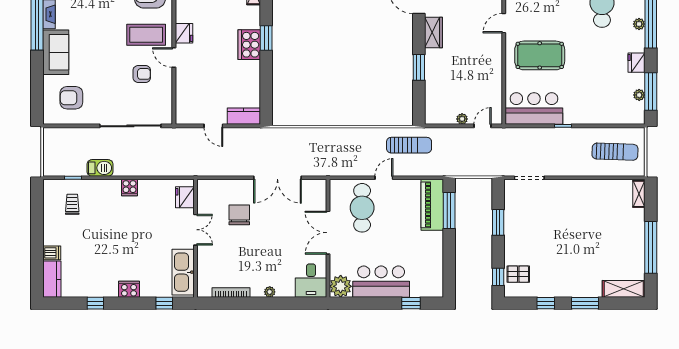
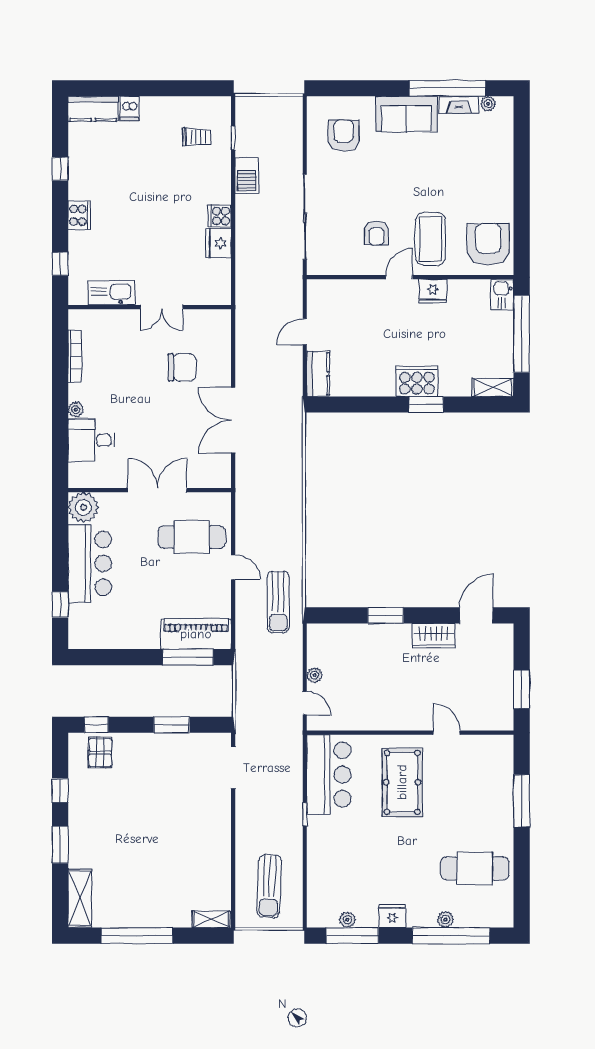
fridge: (185, 197) -> (219, 243), moved, turned -90
kitchen sink: (183, 272) -> (111, 293), width x0.73, depth x0.81
desk: (311, 281) -> (91, 440), moved

